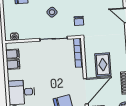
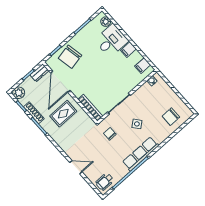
filing cabinet: (13, 64) -> (128, 50), moved
rug: (103, 65) -> (63, 114), turned 90

